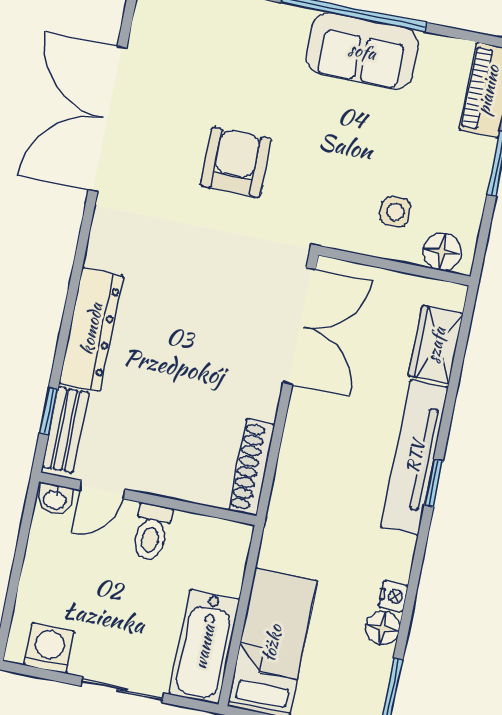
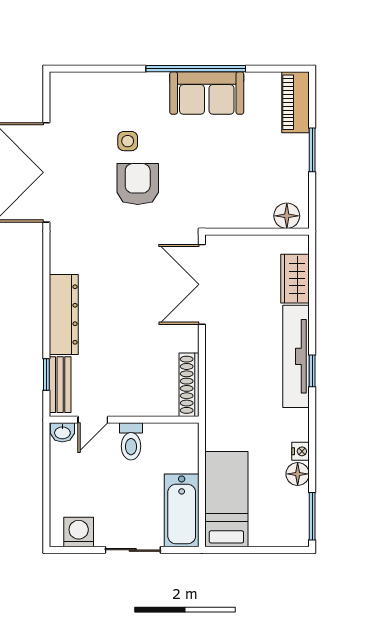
side table: (395, 212) -> (128, 141), moved
double door: (299, 326) -> (202, 284), swing flipped

